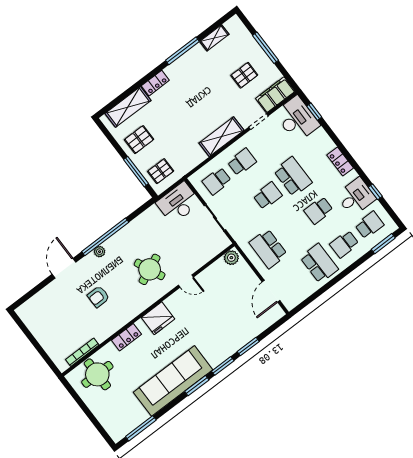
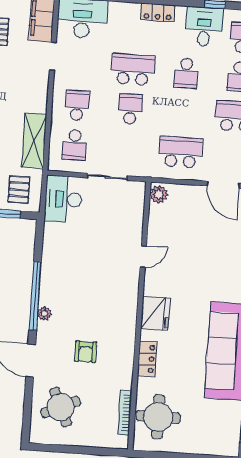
shelving: (221, 137) -> (34, 141), moved
school desk: (268, 249) -> (181, 152), turned 180
round table: (150, 269) -> (61, 407), moved

